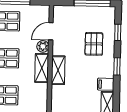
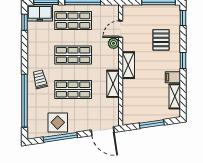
window: (118, 32) -> (183, 18), moved
shelving: (42, 68) -> (113, 84), moved

